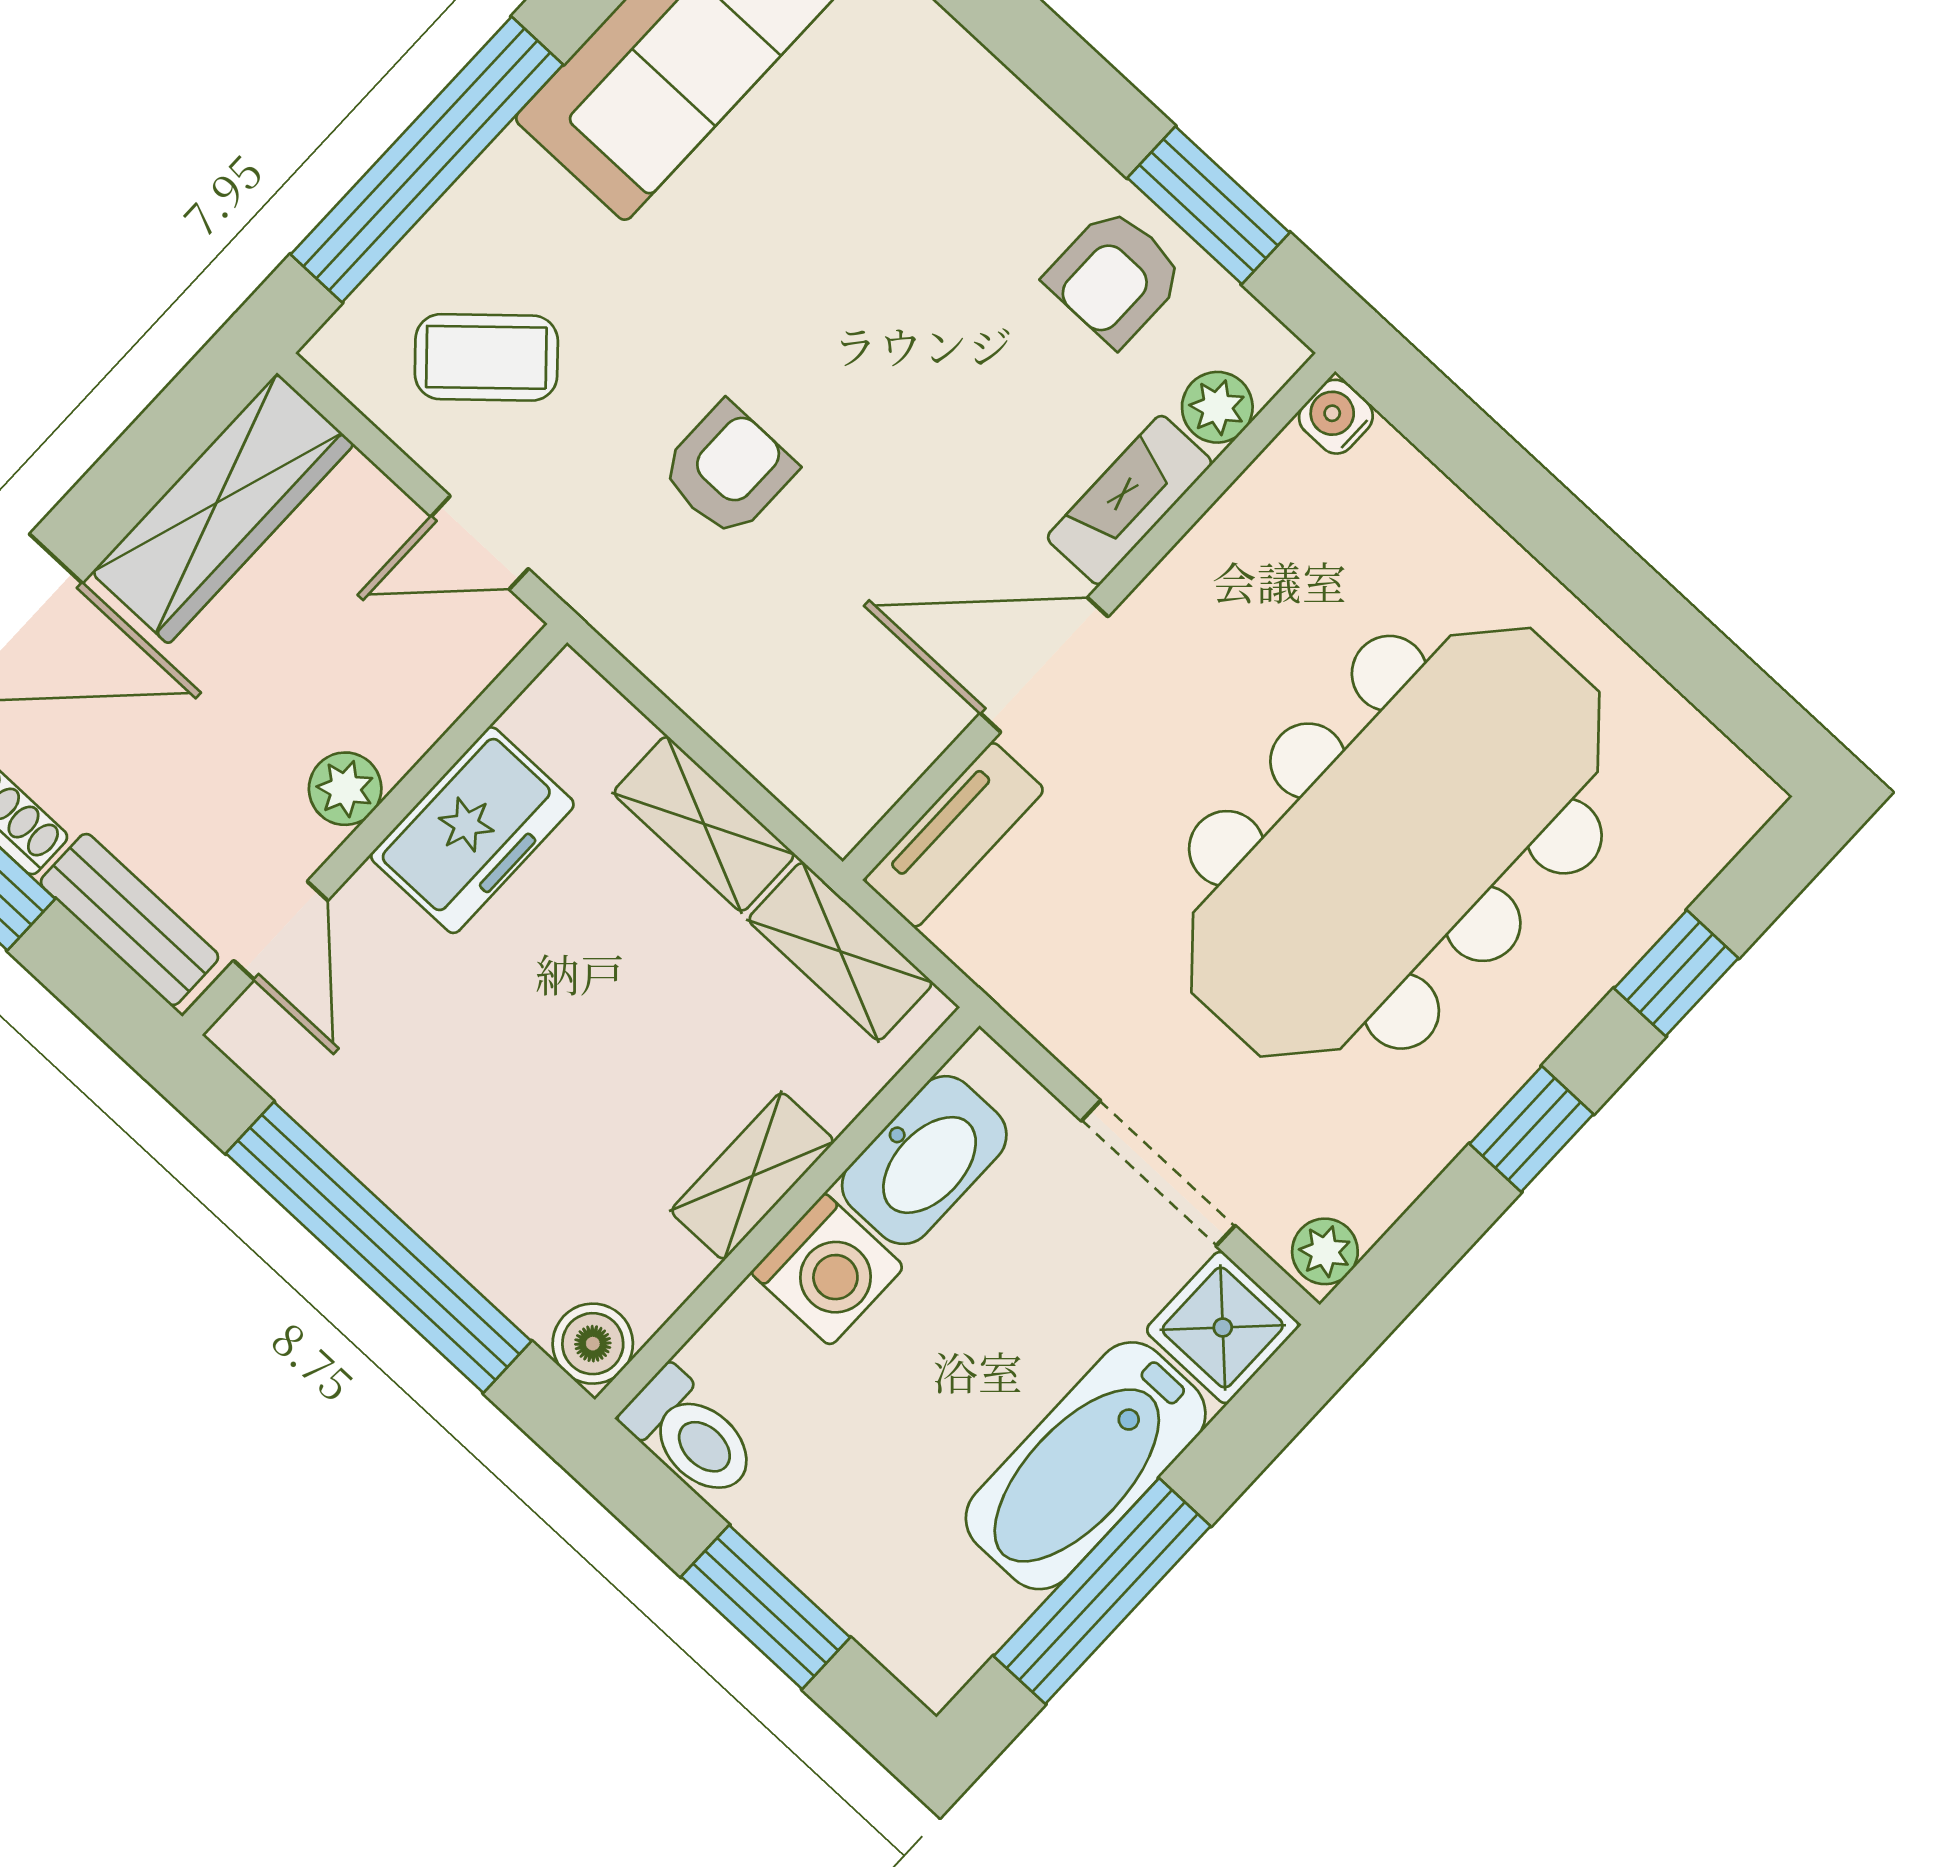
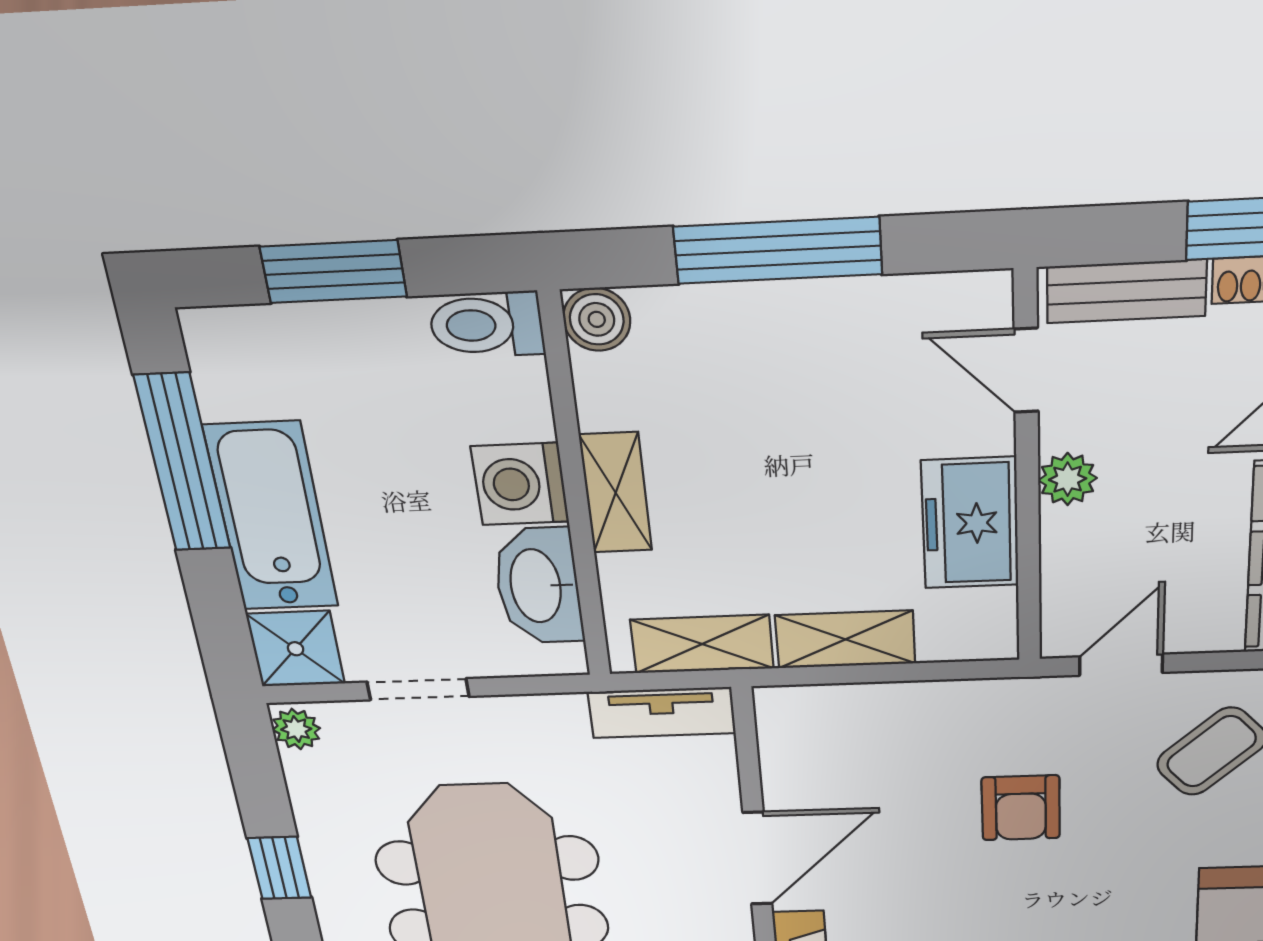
tv unit: (954, 835) -> (662, 713), moved, turned -90
doorway: (1158, 1173) -> (418, 689), width x0.73
window: (379, 1247) -> (778, 250), width x0.68

